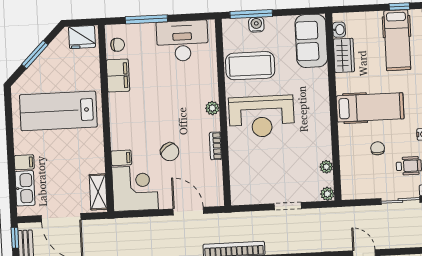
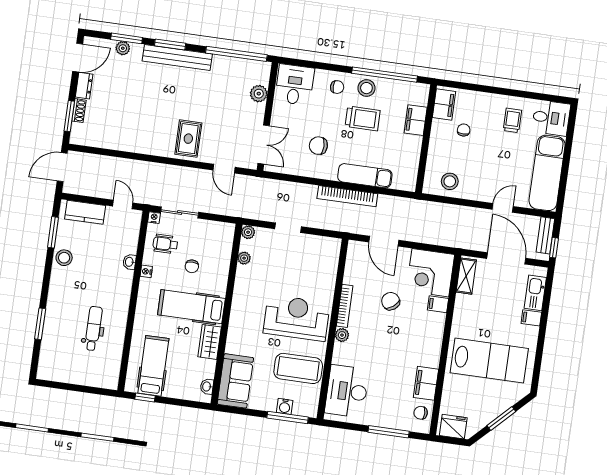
desk: (182, 41) -> (347, 391), moved, turned 90
wardrobe: (344, 55) -> (210, 342), moved
bookcase: (216, 146) -> (345, 306), width x1.56

